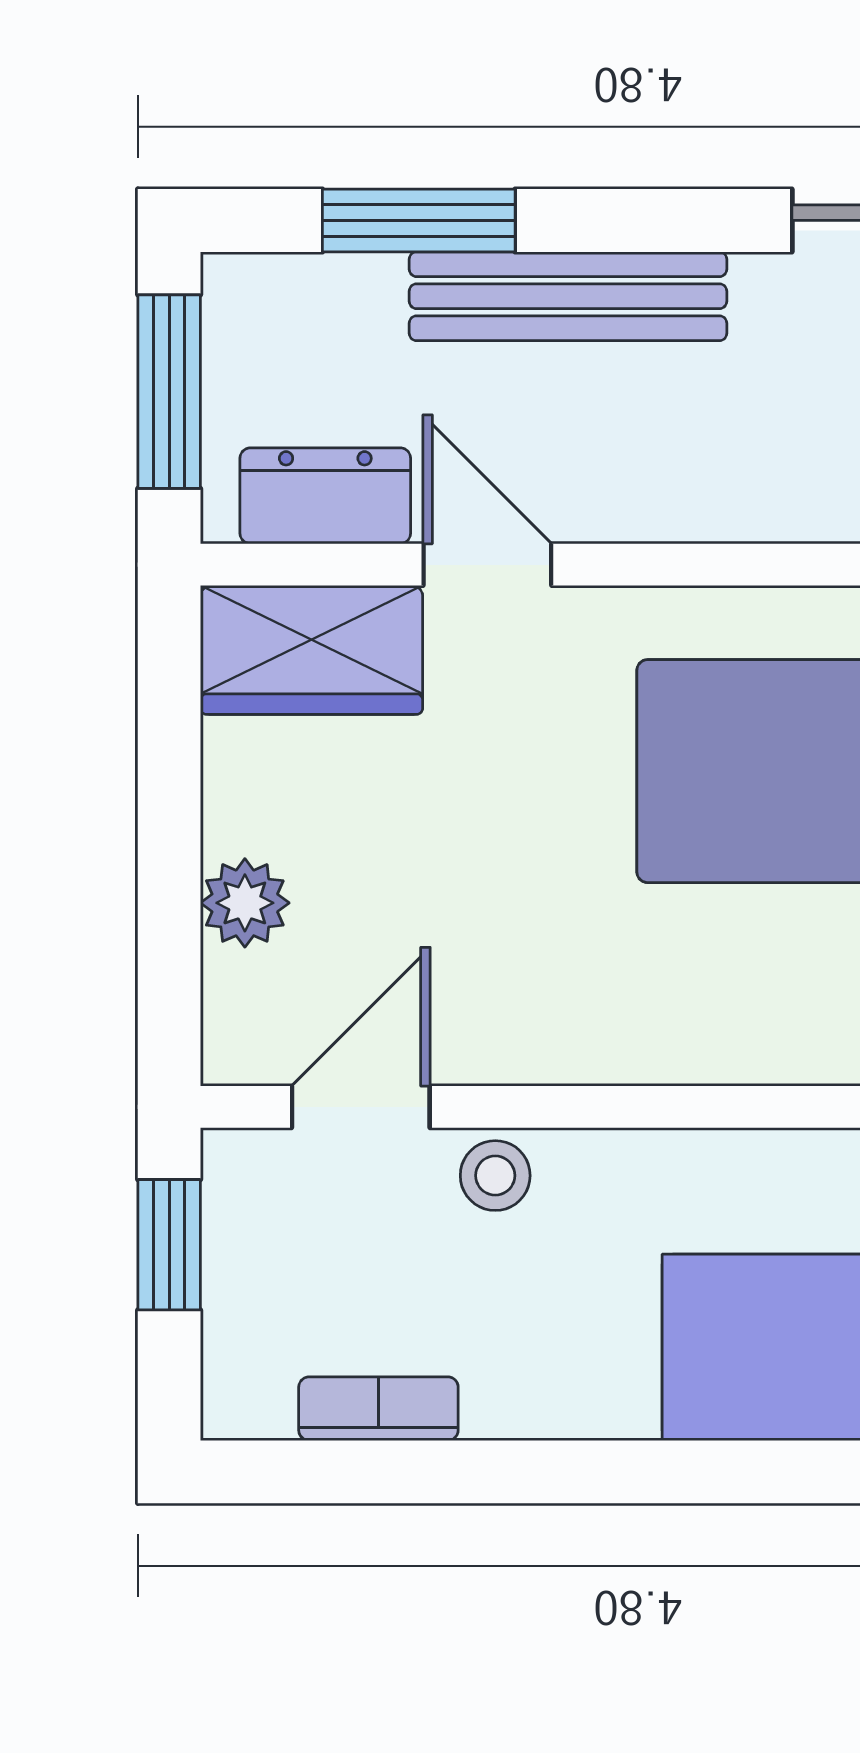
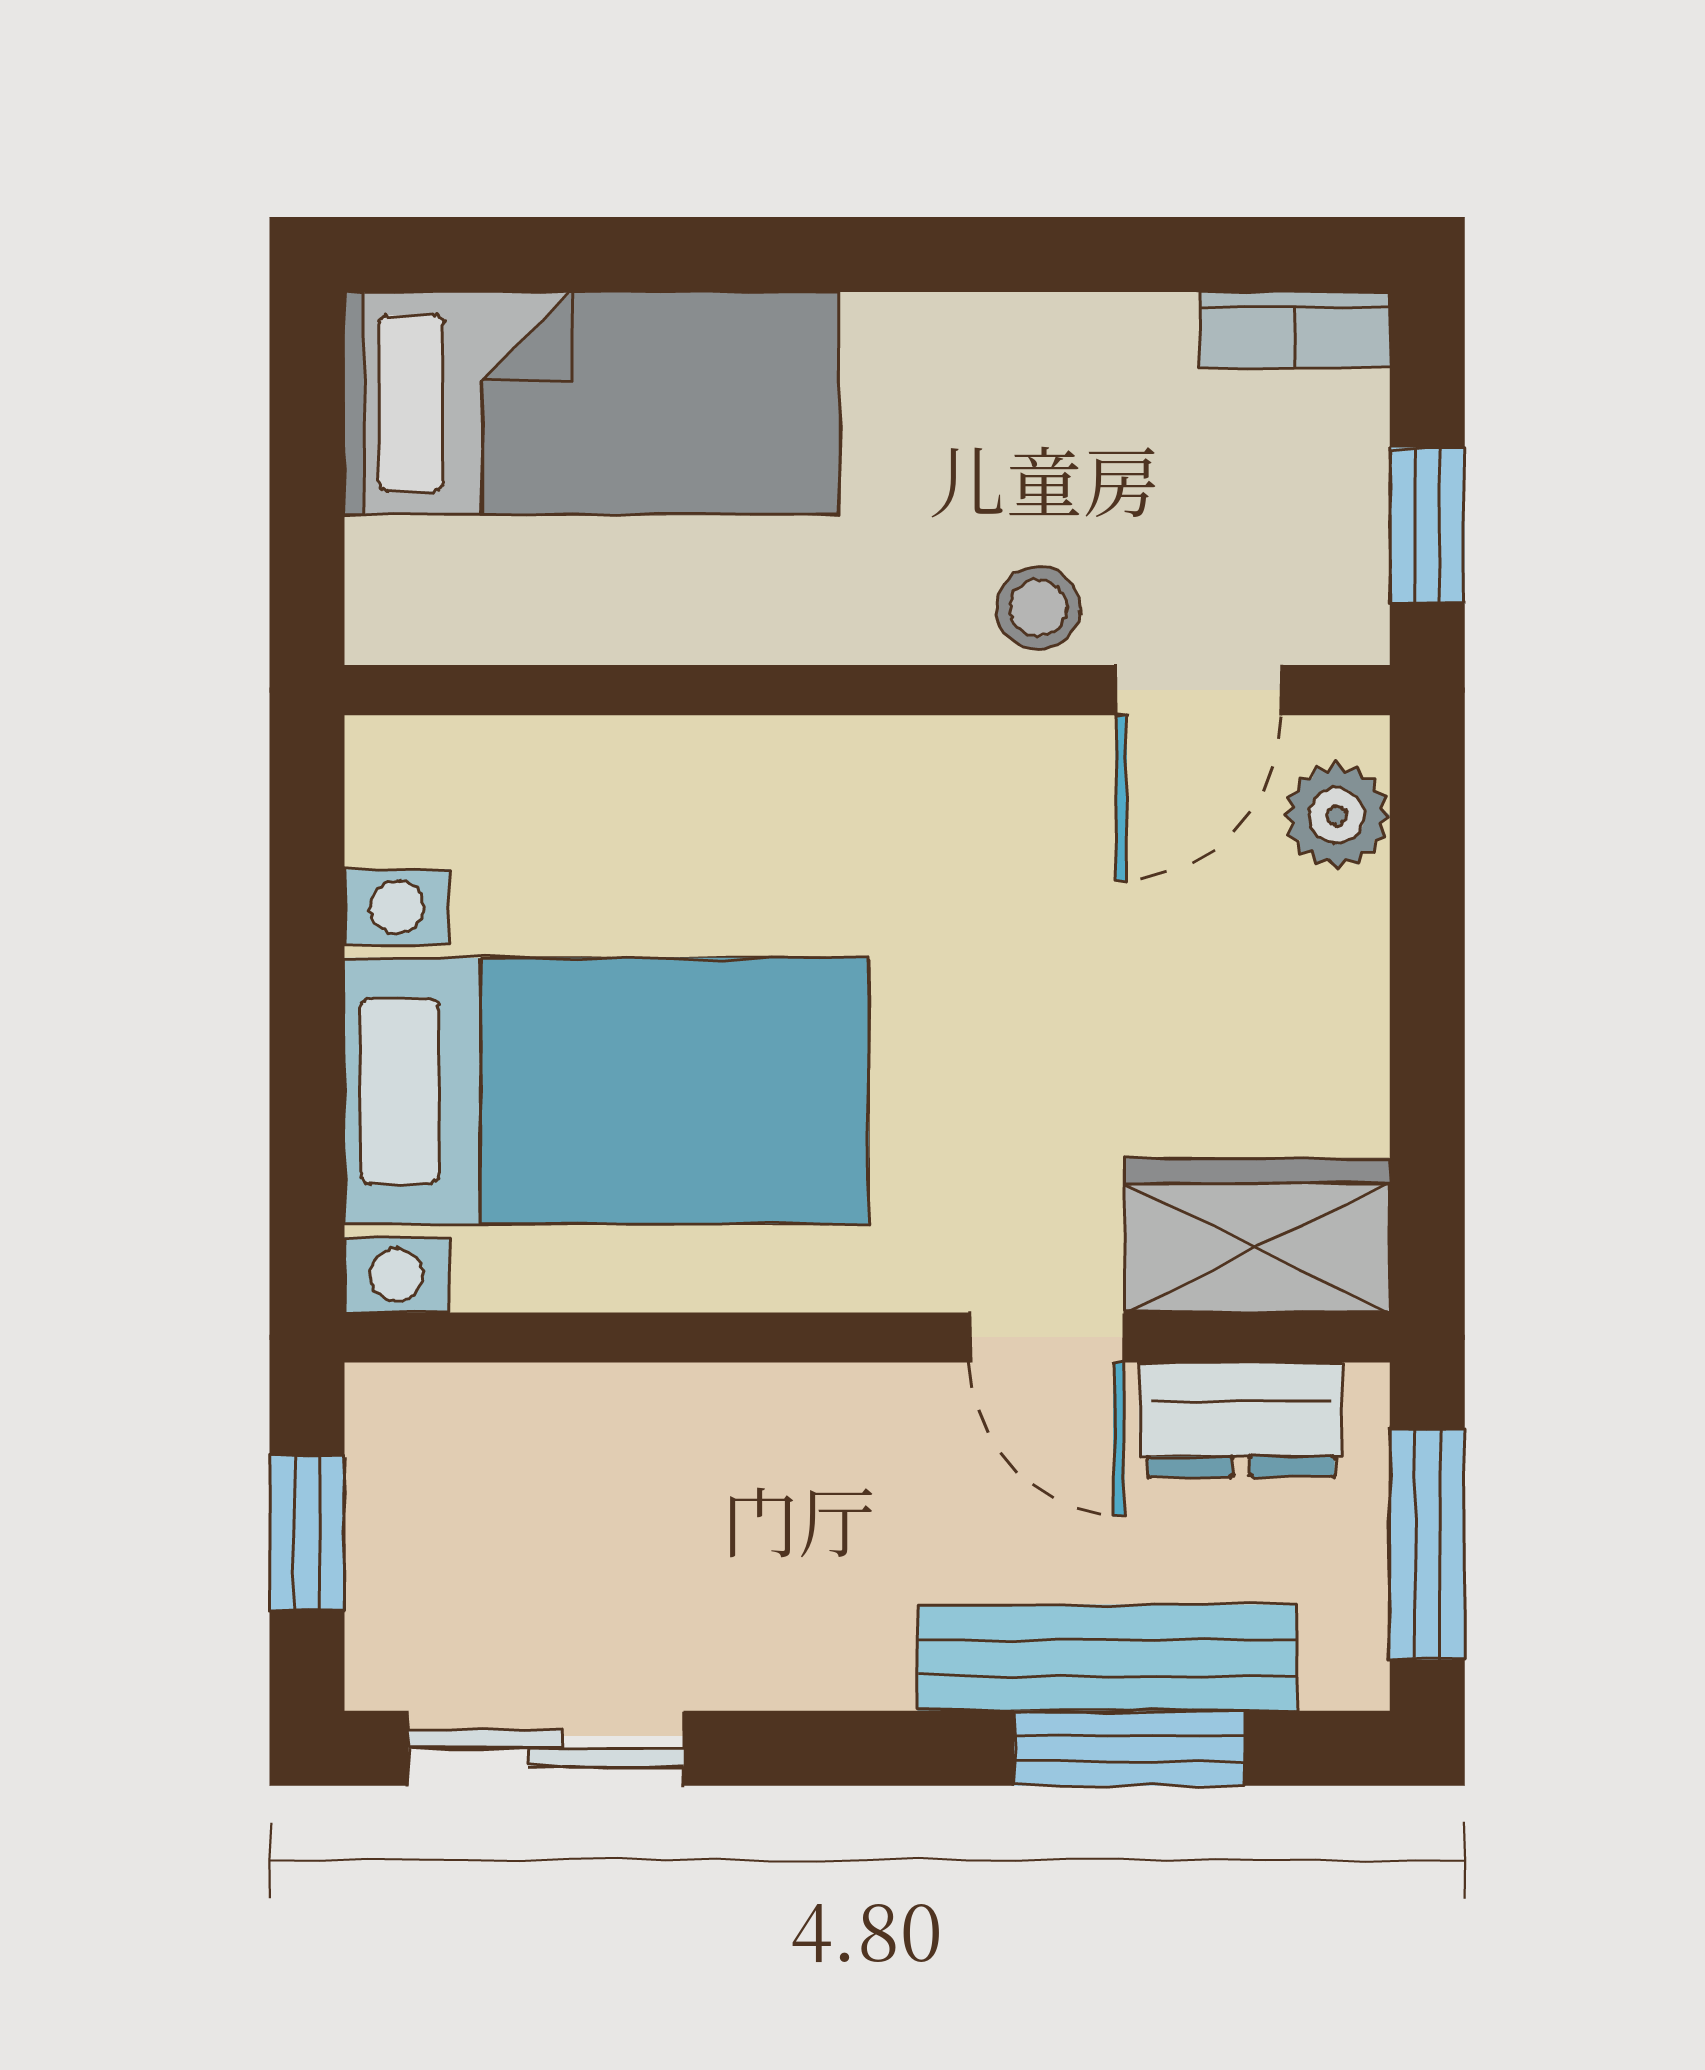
bench: (568, 296) -> (1107, 1658), moved
plant: (245, 903) -> (1337, 816), moved
bookcase: (378, 1409) -> (1295, 330), moved

